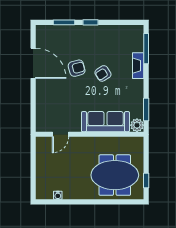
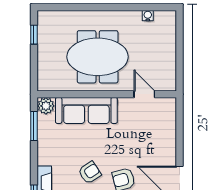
door: (60, 134) -> (144, 94), hinge flipped
meeting table: (115, 175) -> (98, 57), moved

